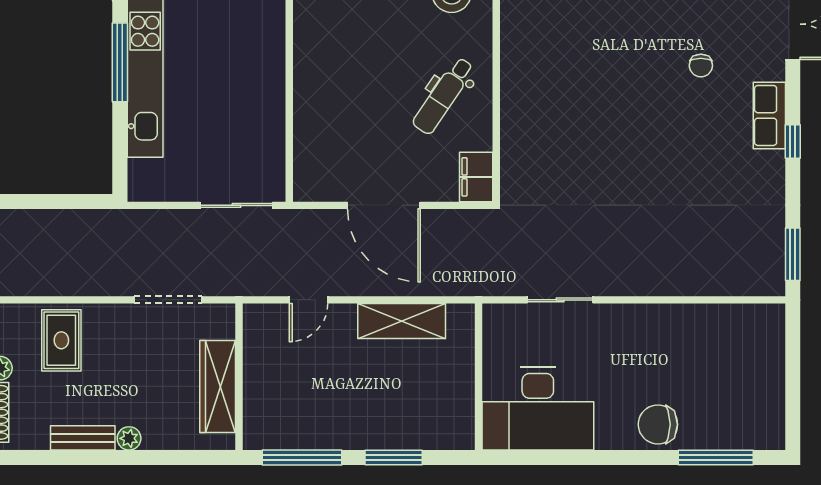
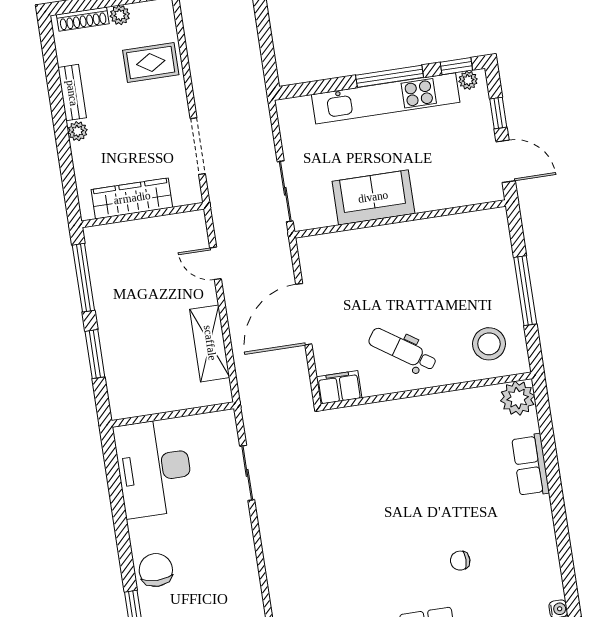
sofa: (259, 103) -> (373, 197), added

